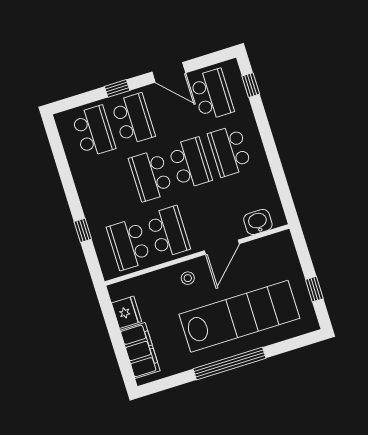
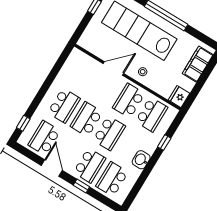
school desk: (133, 119) -> (89, 165), turned 180
washbasin: (258, 222) -> (141, 160), moved, turned 90
fridge: (127, 312) -> (179, 97), moved

